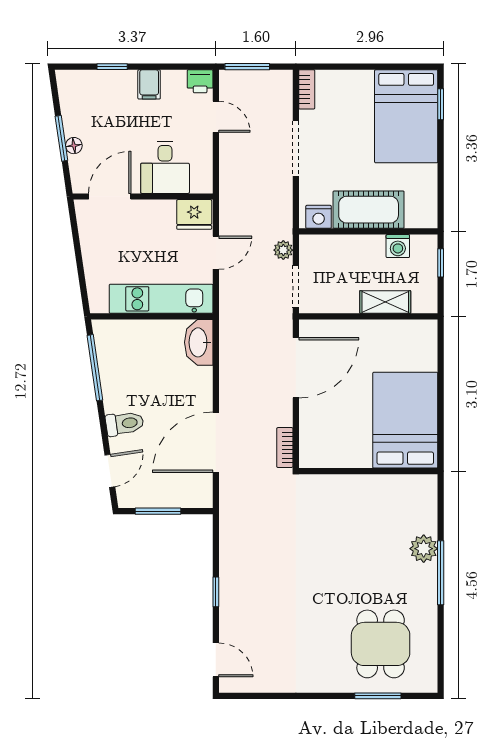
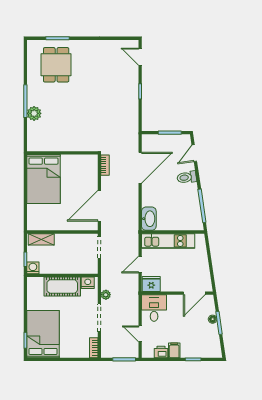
printer: (200, 81) -> (161, 352), moved
desk: (165, 167) -> (154, 308), moved
washing machine: (398, 246) -> (33, 268), moved
plant: (283, 250) -> (106, 295), moved
shelving: (385, 302) -> (41, 239), moved

